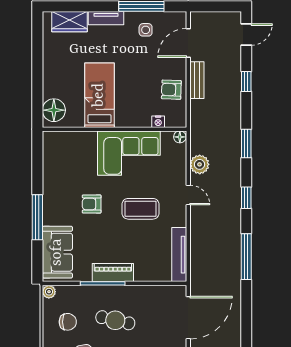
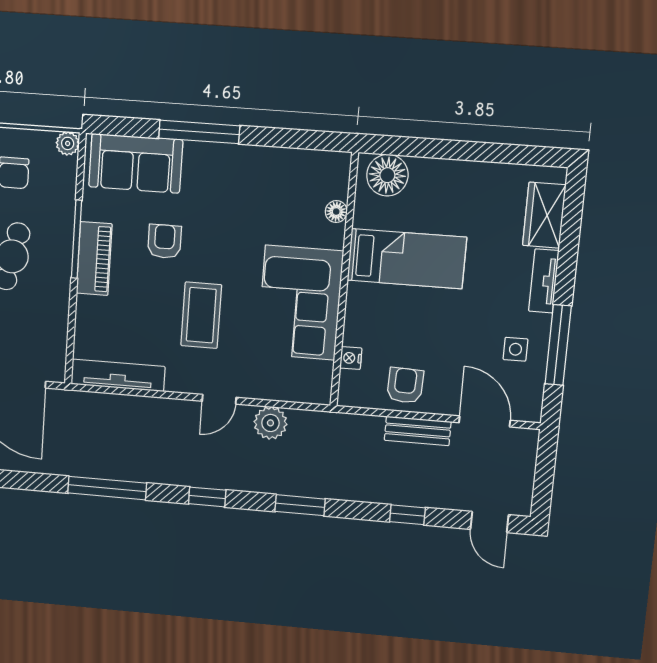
floor lamp: (180, 137) -> (336, 212), moved
armchair: (92, 204) -> (164, 241), moved

